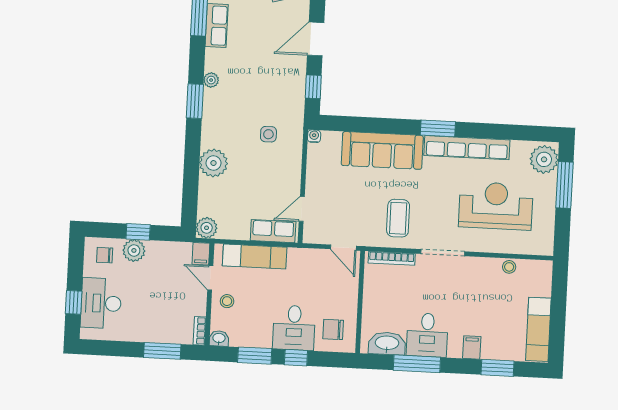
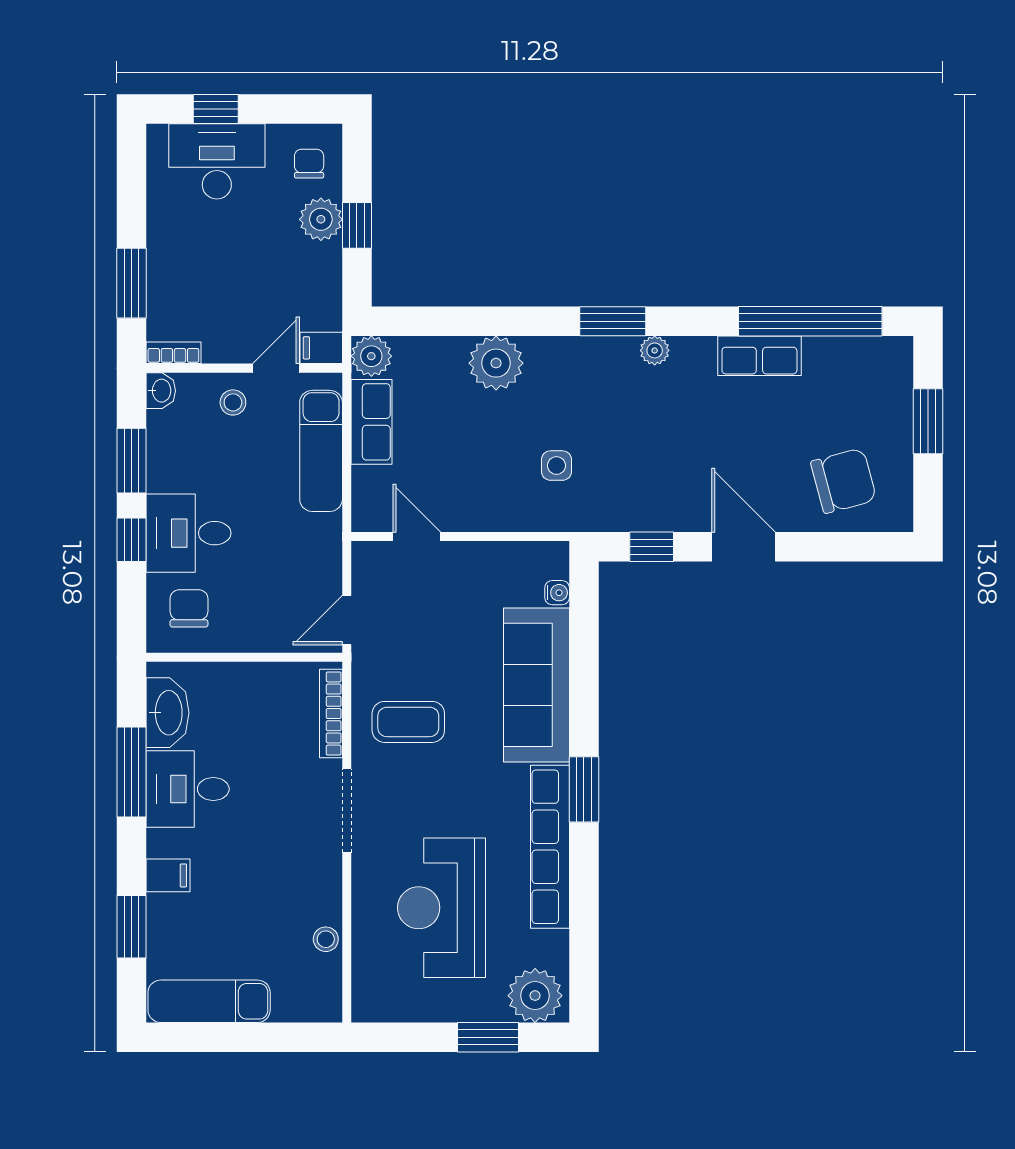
water cooler: (314, 136) -> (557, 593), moved
window: (565, 185) -> (488, 1037), width x0.69
reception desk: (496, 206) -> (441, 908), turned 180
row of seats: (273, 231) -> (371, 422), moved

